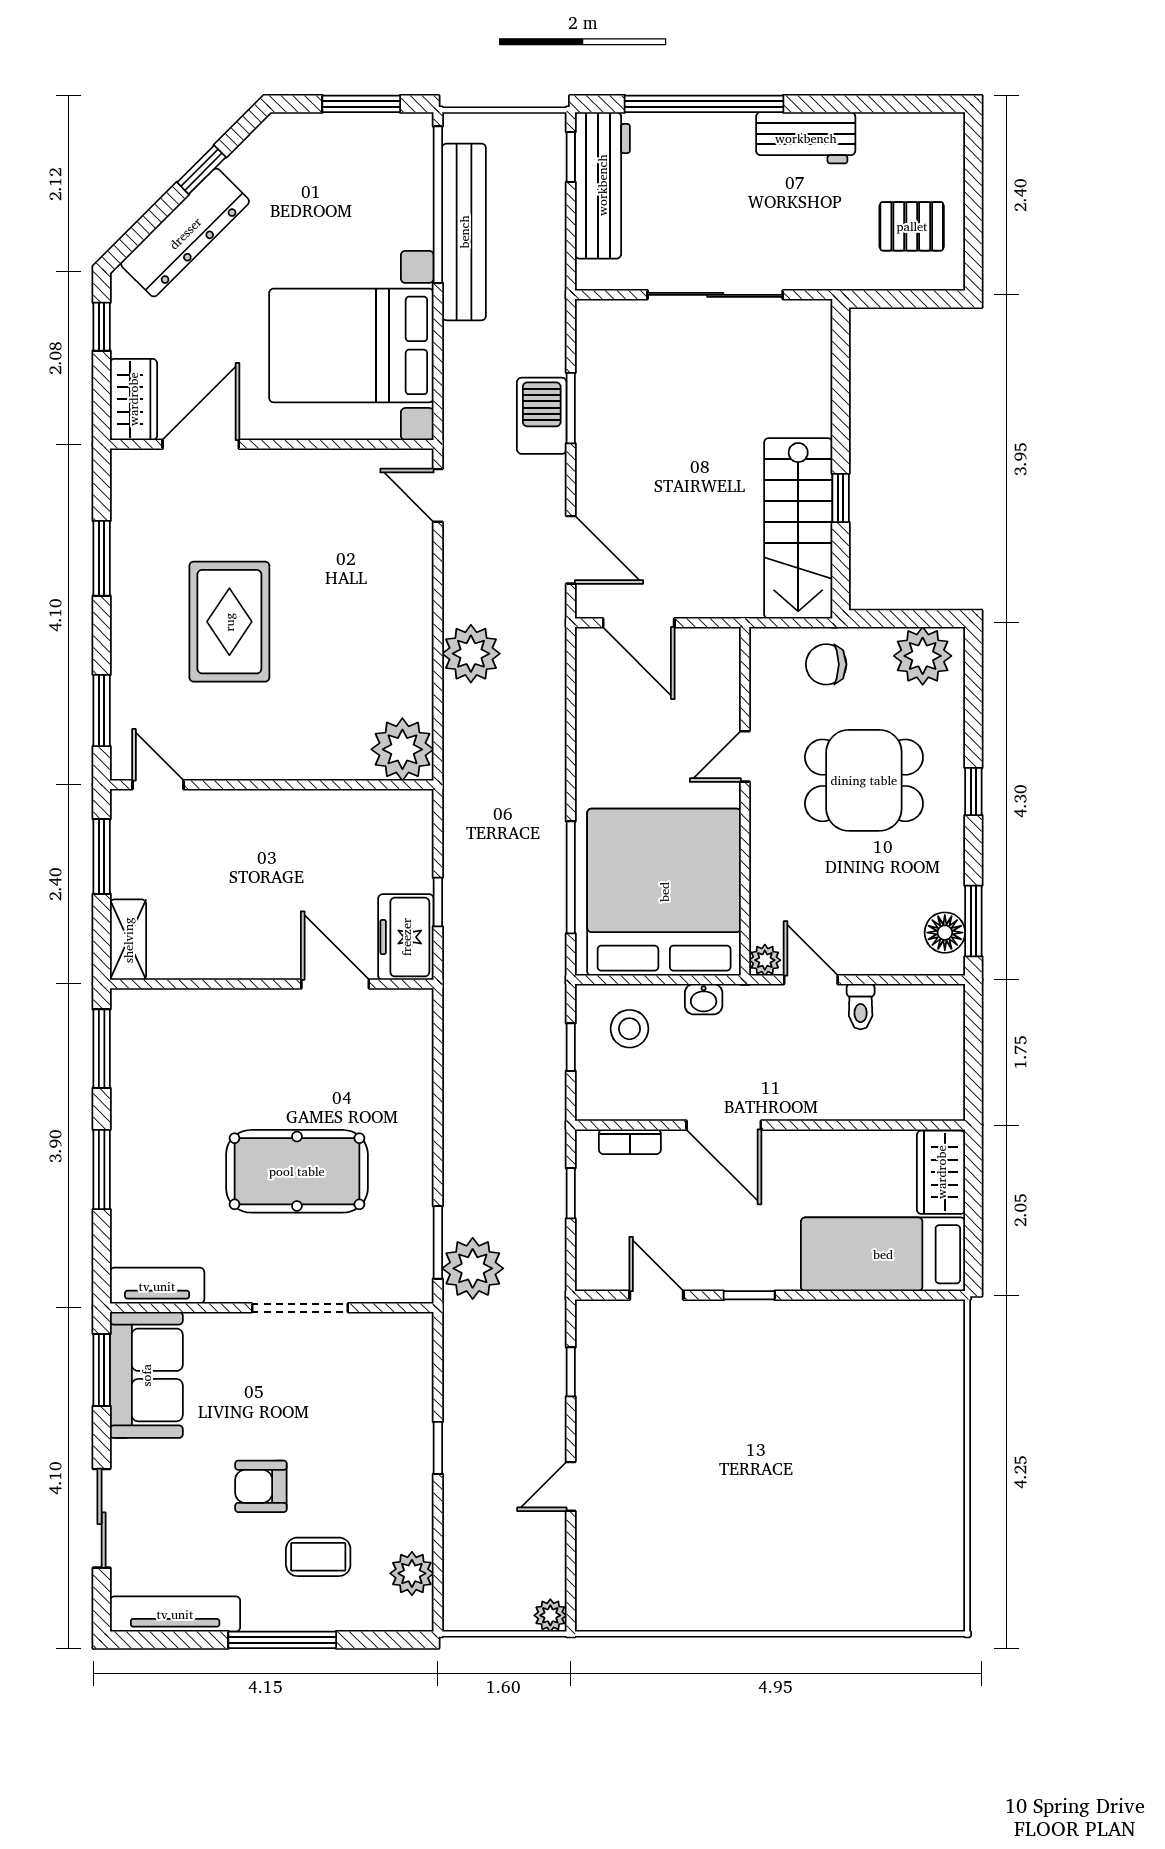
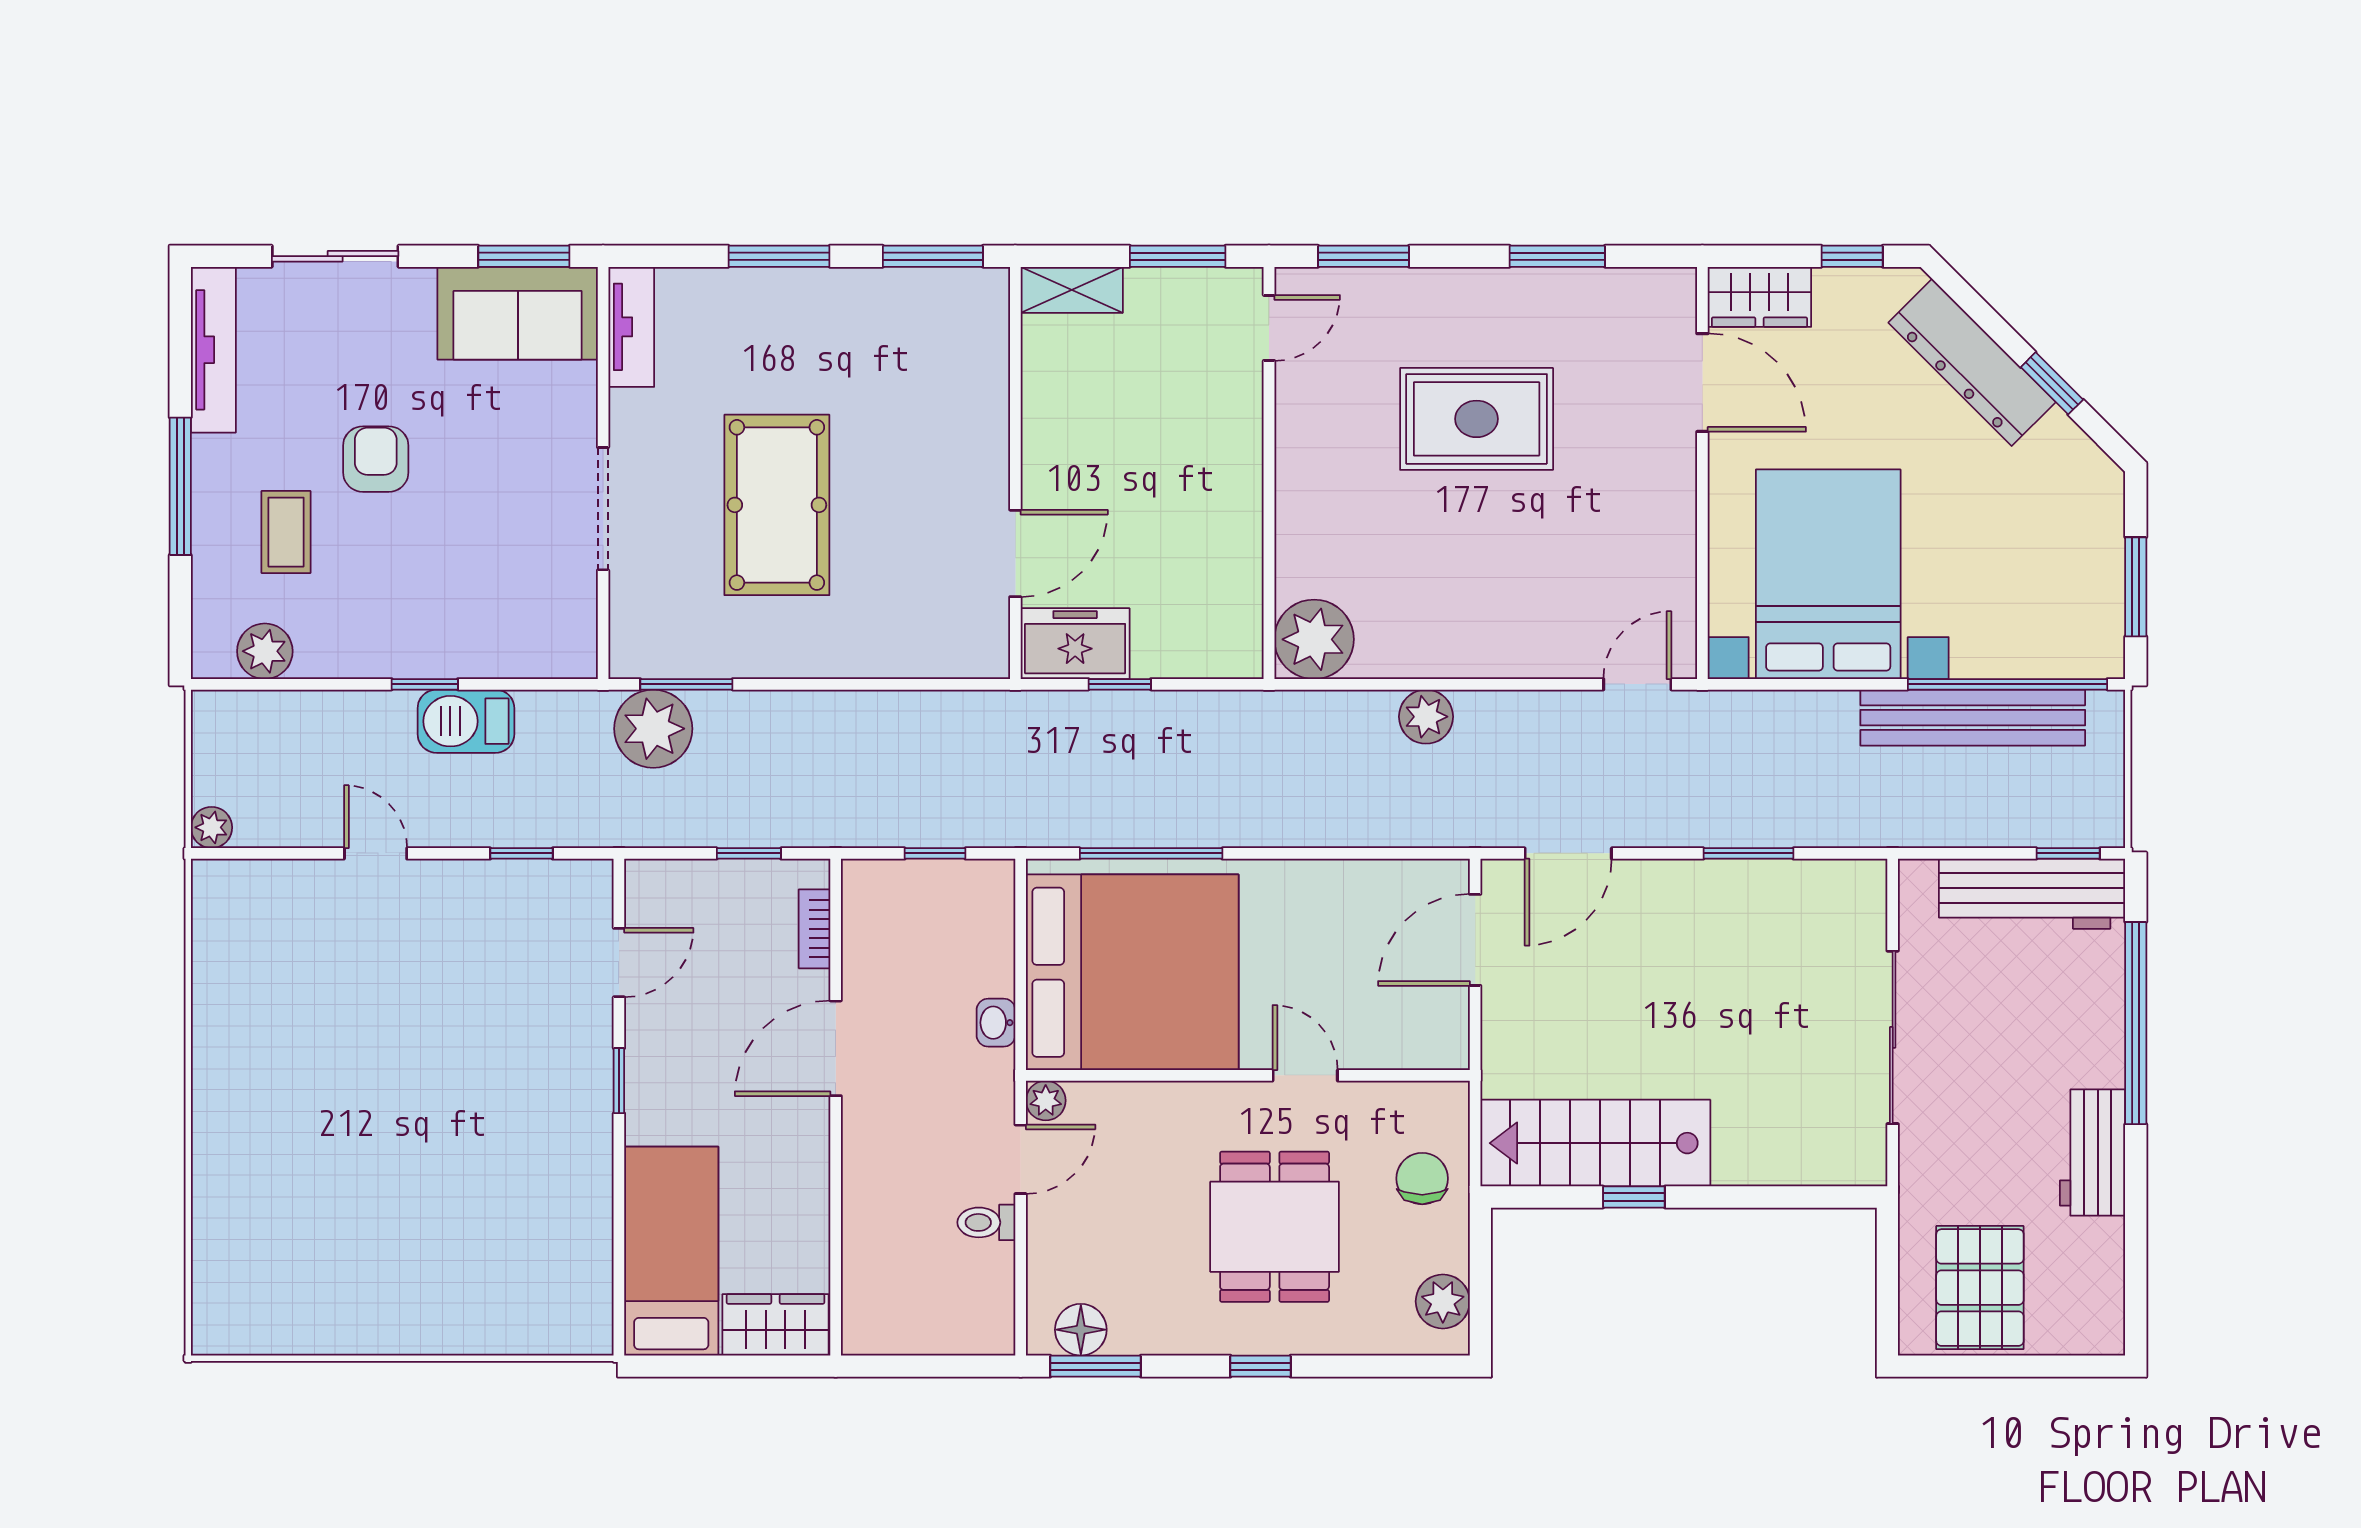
pallet: (912, 226) -> (1980, 1288), width x1.50, depth x1.42
barbecue: (542, 416) -> (466, 721), moved, turned 180
plant: (471, 654) -> (1426, 717), width x0.73, depth x0.73
plant: (923, 656) -> (1443, 1301), width x0.73, depth x0.73
stool: (629, 1029) -> (958, 928), removed

